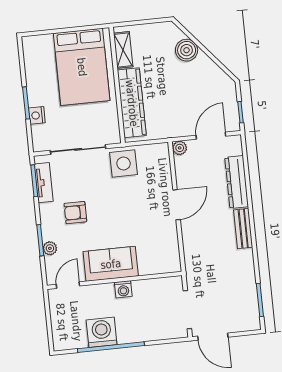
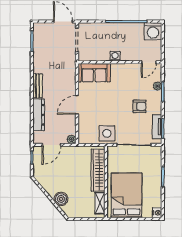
nightstand: (37, 115) -> (157, 213), moved
sofa: (111, 264) -> (94, 73), moved
washing machine: (102, 332) -> (153, 31), moved

